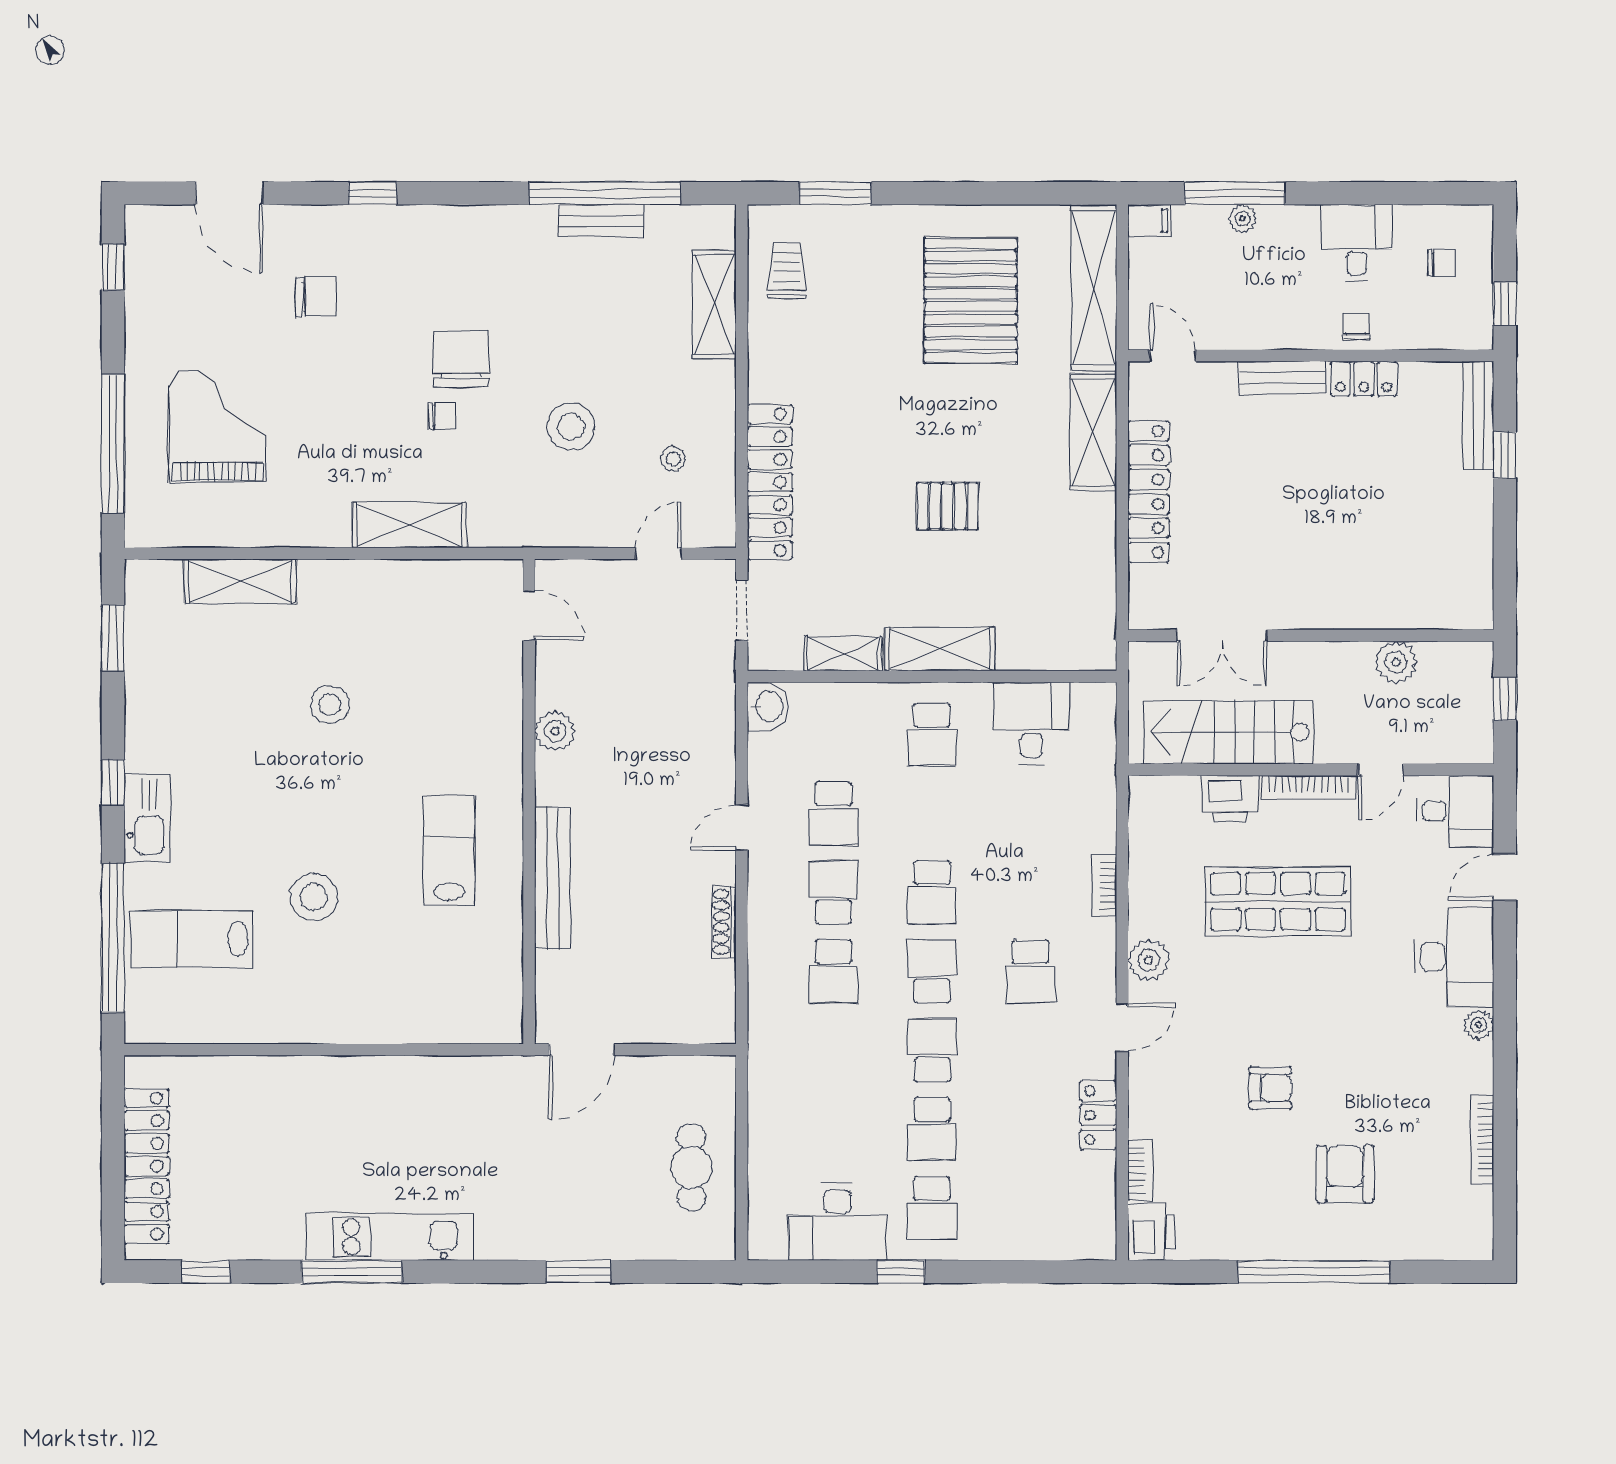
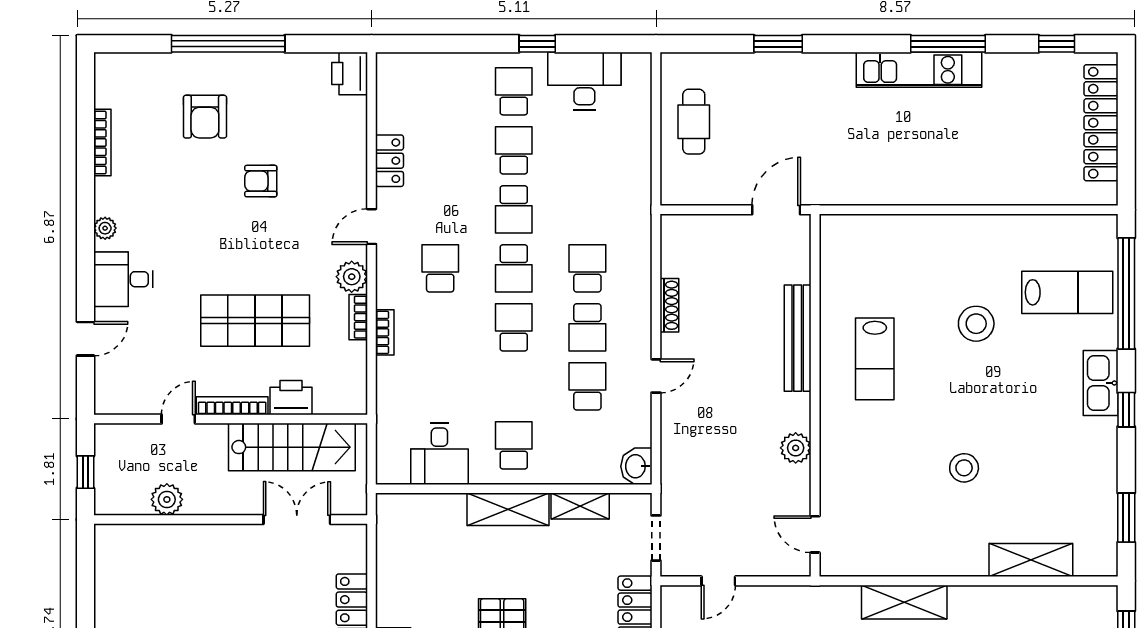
desk: (1455, 811) -> (123, 388), removed
desk: (1454, 957) -> (123, 279), width x0.73
bookcase: (1140, 1170) -> (358, 317), moved

